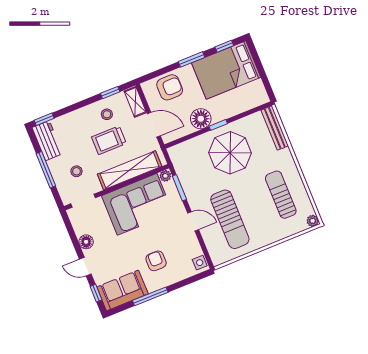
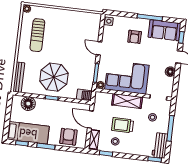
bed: (226, 70) -> (28, 133), width x0.67
armchair: (170, 87) -> (68, 137), turned 90
floor lamp: (201, 119) -> (28, 104), moved
trolley: (109, 140) -> (123, 125), turned 180
barbecue: (179, 152) -> (84, 95), added
shelving: (130, 170) -> (127, 101), width x0.68
sun lounger: (230, 219) -> (76, 37), removed

